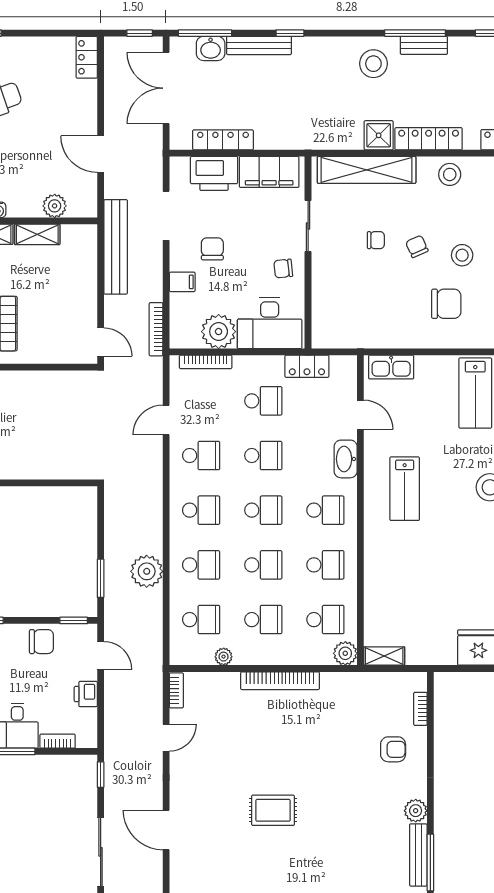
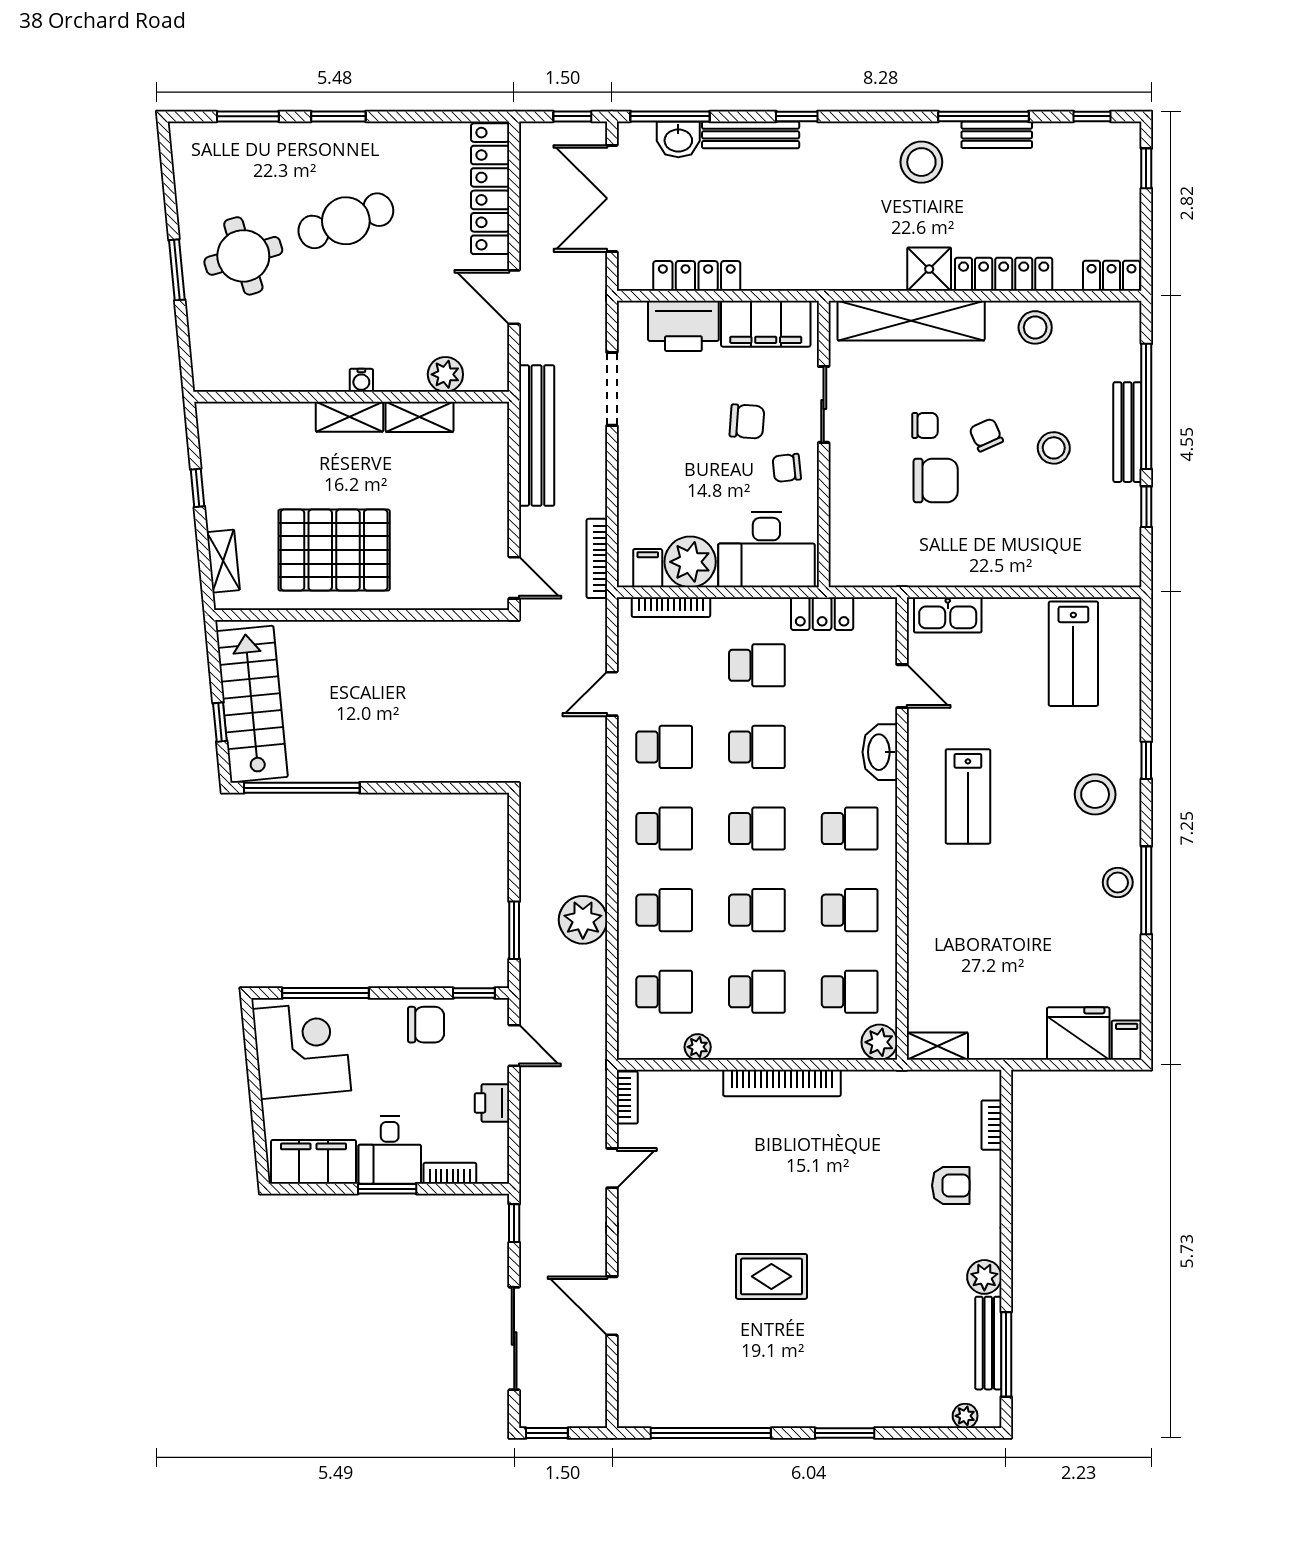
locker: (87, 57) -> (490, 189), width x2.16, depth x1.21
chair: (212, 249) -> (747, 421), moved, turned 94
filing cabinet: (182, 282) -> (648, 568), moved, turned -90
chair: (446, 304) -> (936, 480), moved

